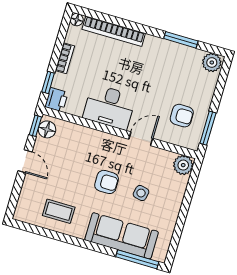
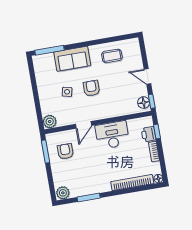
printer: (56, 100) -> (149, 134), moved
armchair: (182, 116) -> (65, 151), turned 90
armchair: (107, 182) -> (91, 88), turned 90
sofa: (122, 236) -> (72, 59), width x0.73

